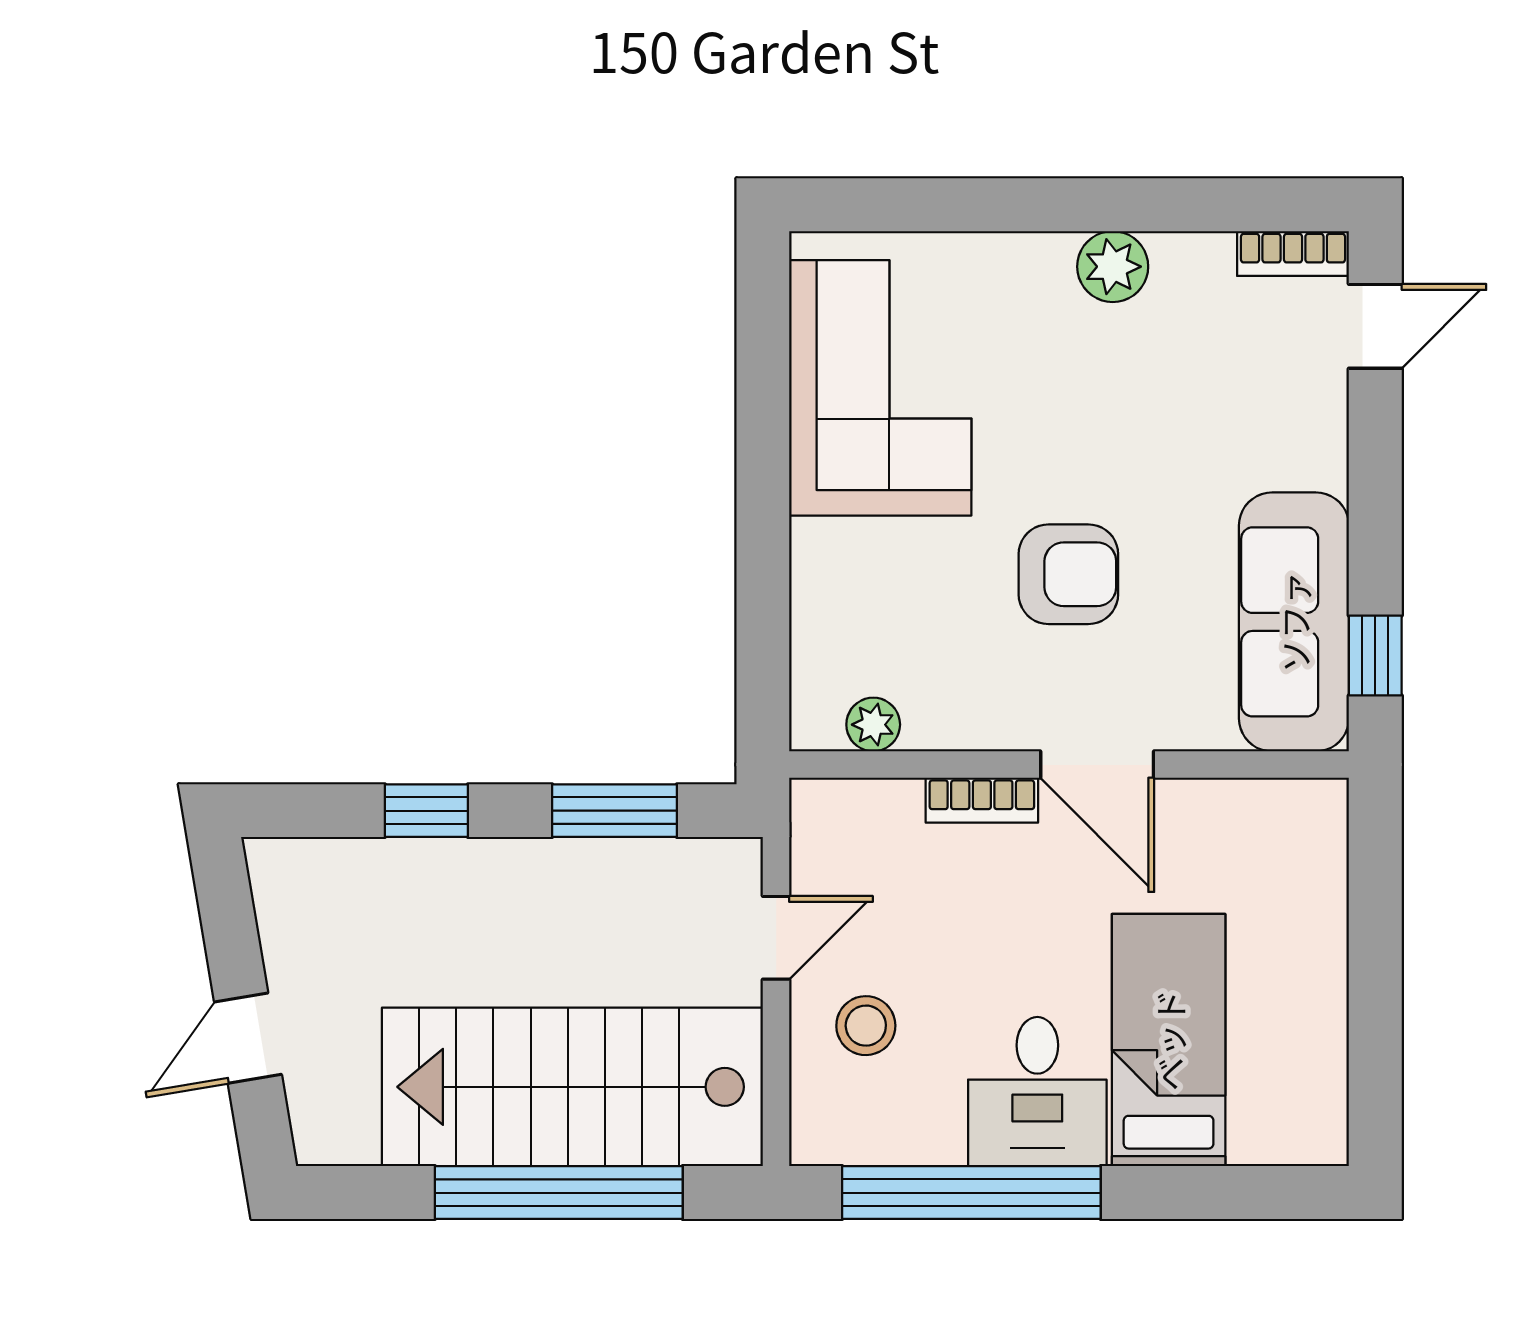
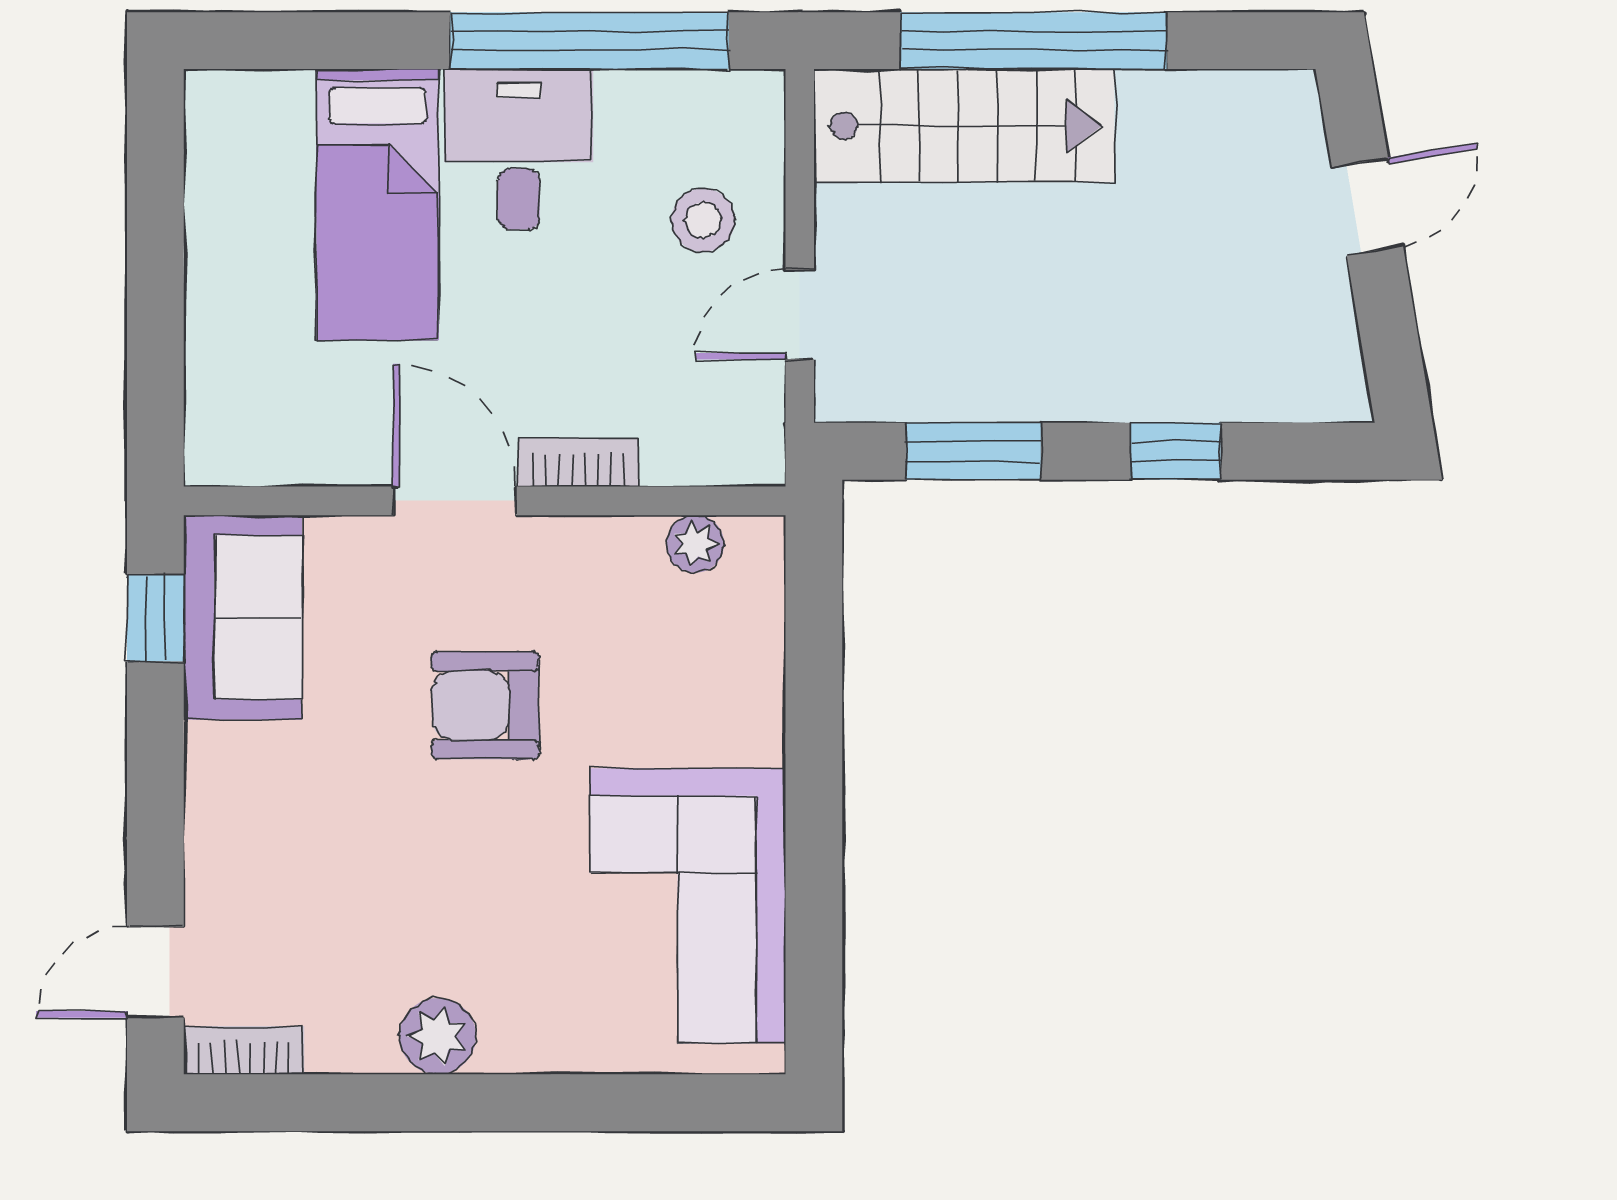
sofa: (1294, 622) -> (243, 617), width x0.73
stairs: (572, 1087) -> (964, 126), width x0.73, depth x0.66

